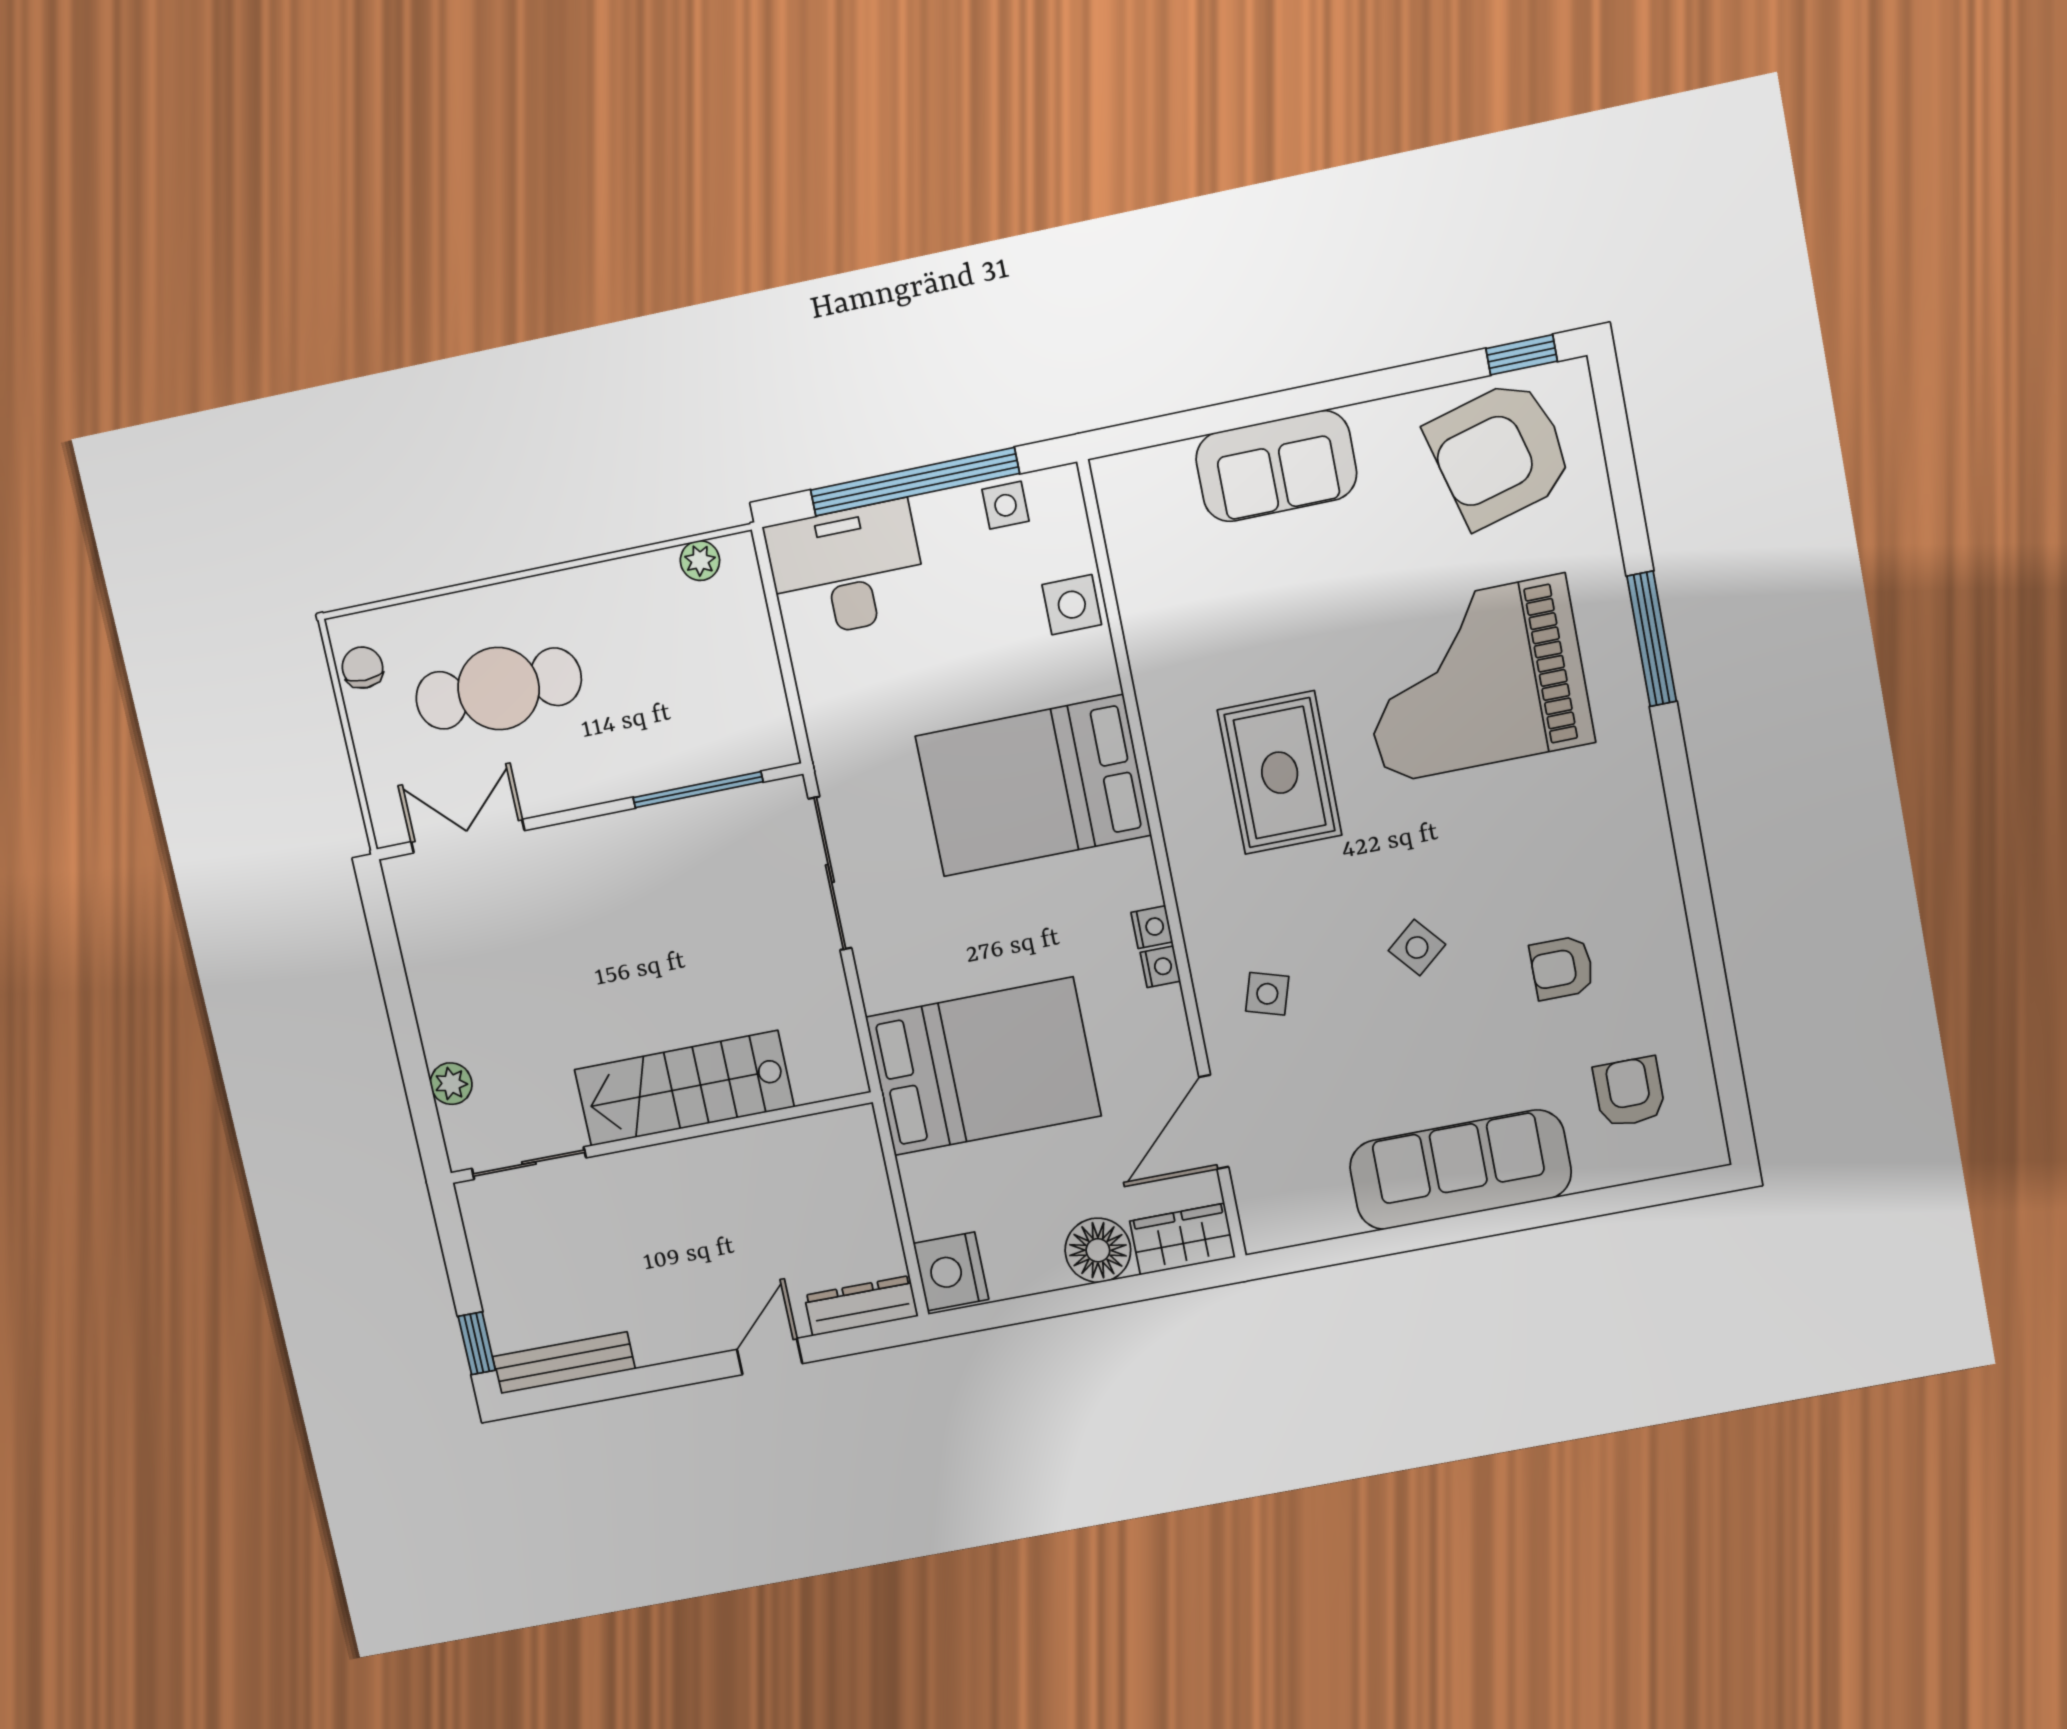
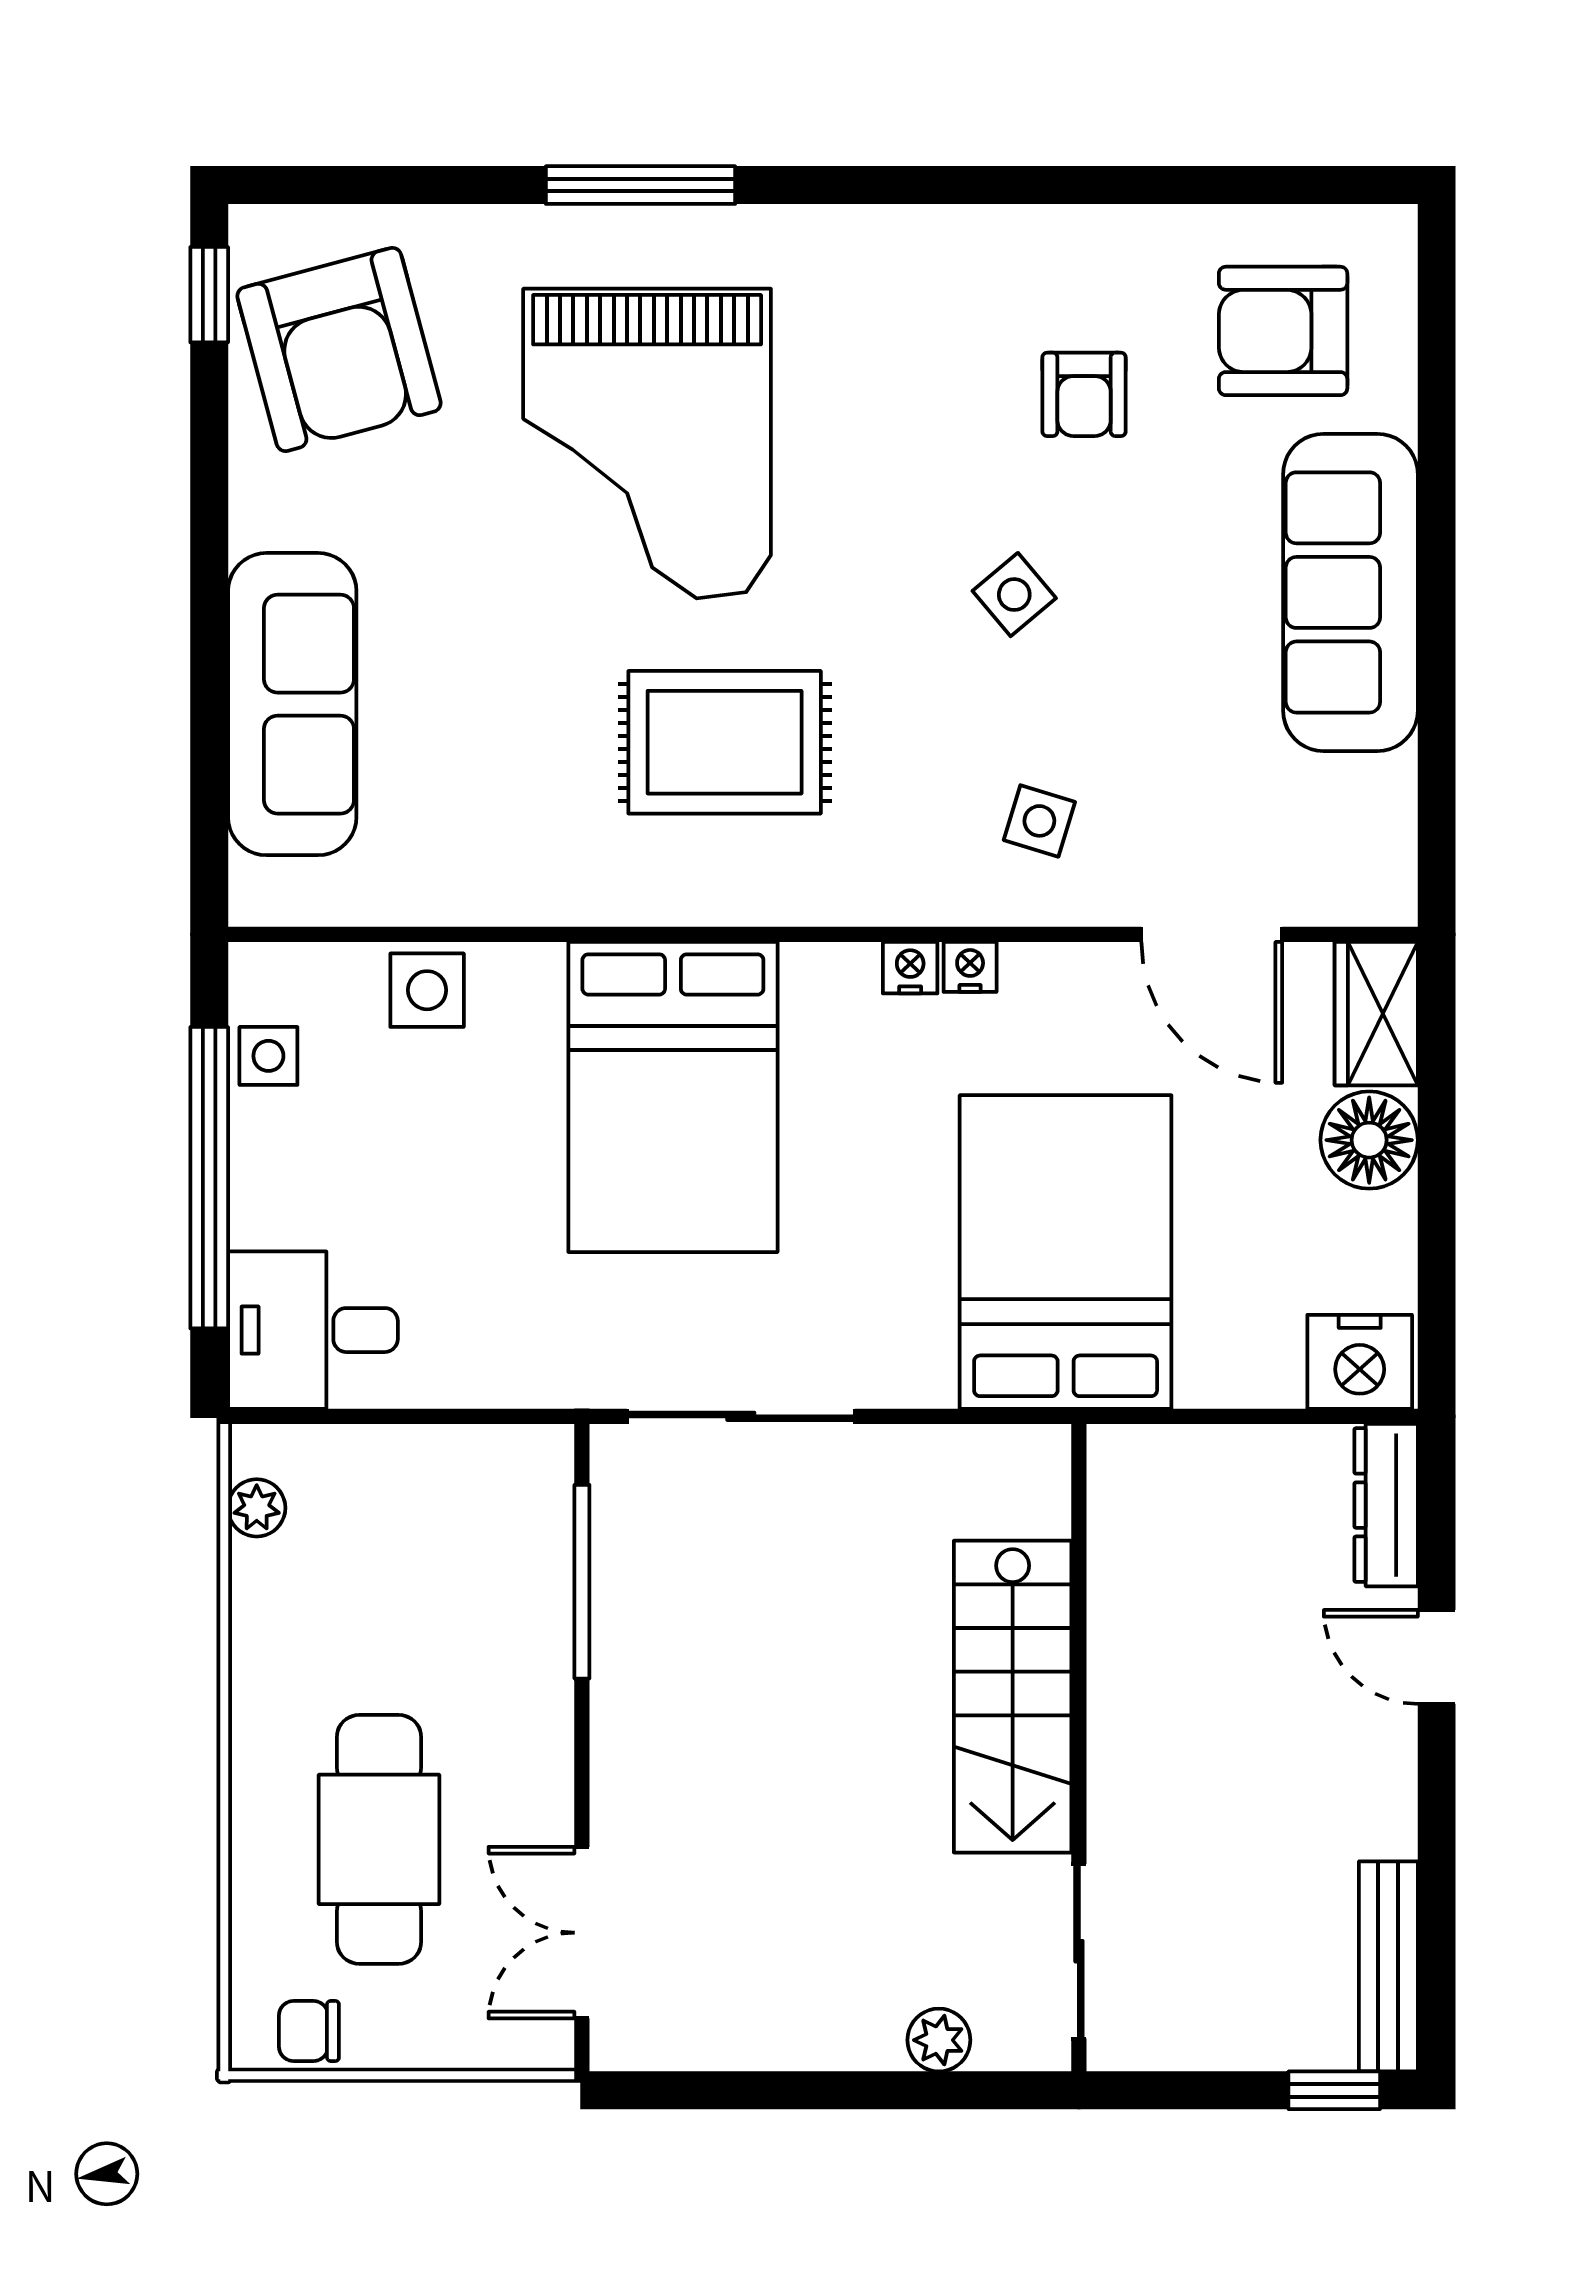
sofa: (1276, 466) -> (292, 704), width x1.36
desk: (847, 570) -> (313, 1330), width x0.73
armchair: (1629, 1092) -> (1283, 331), width x1.38, depth x1.38

